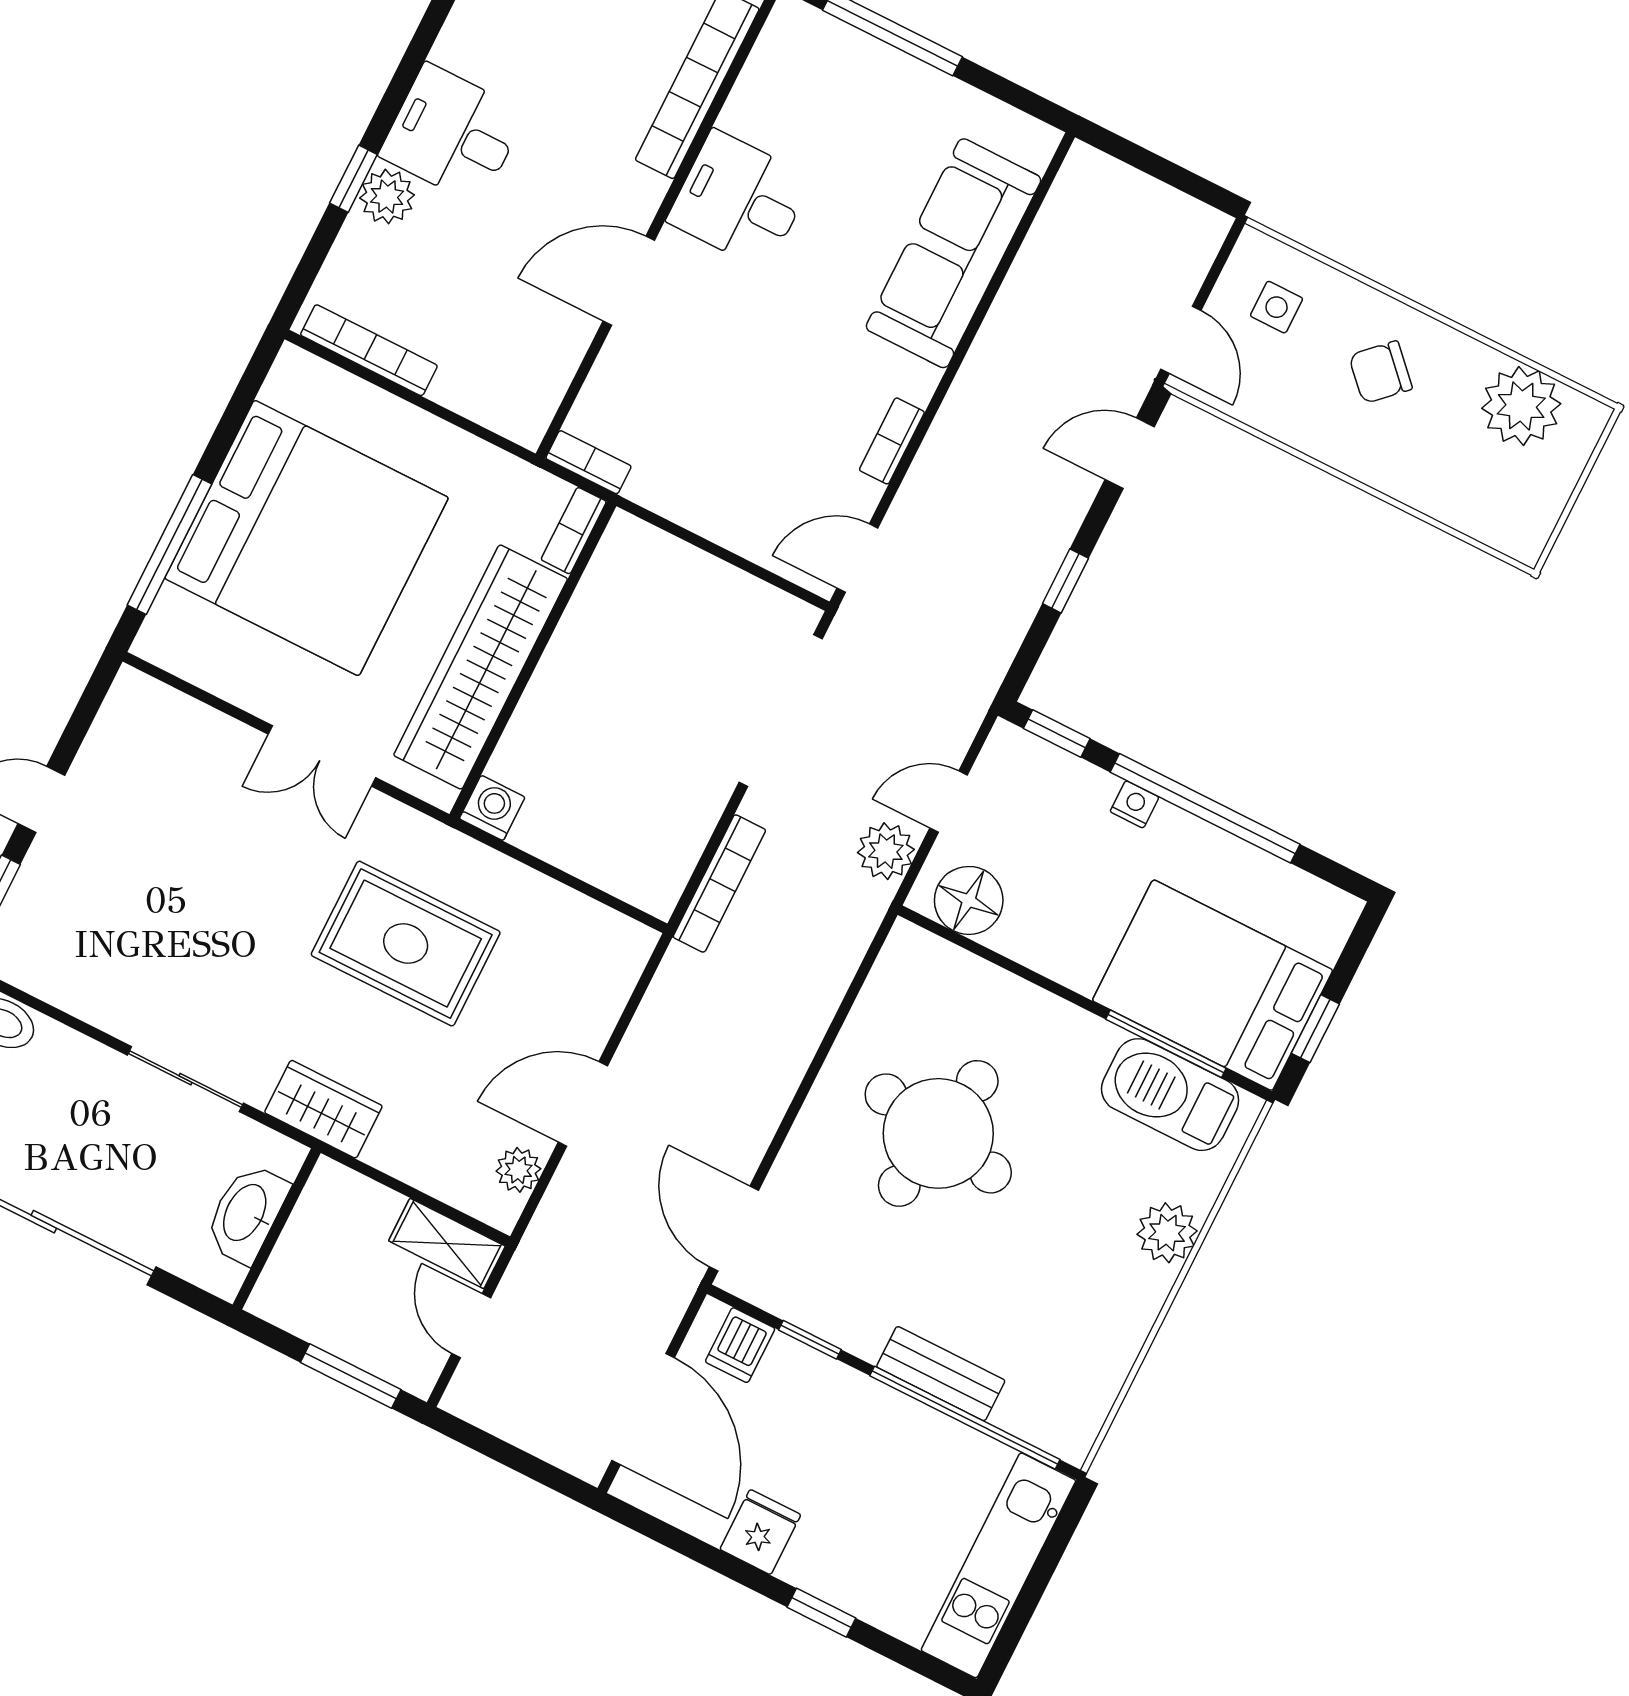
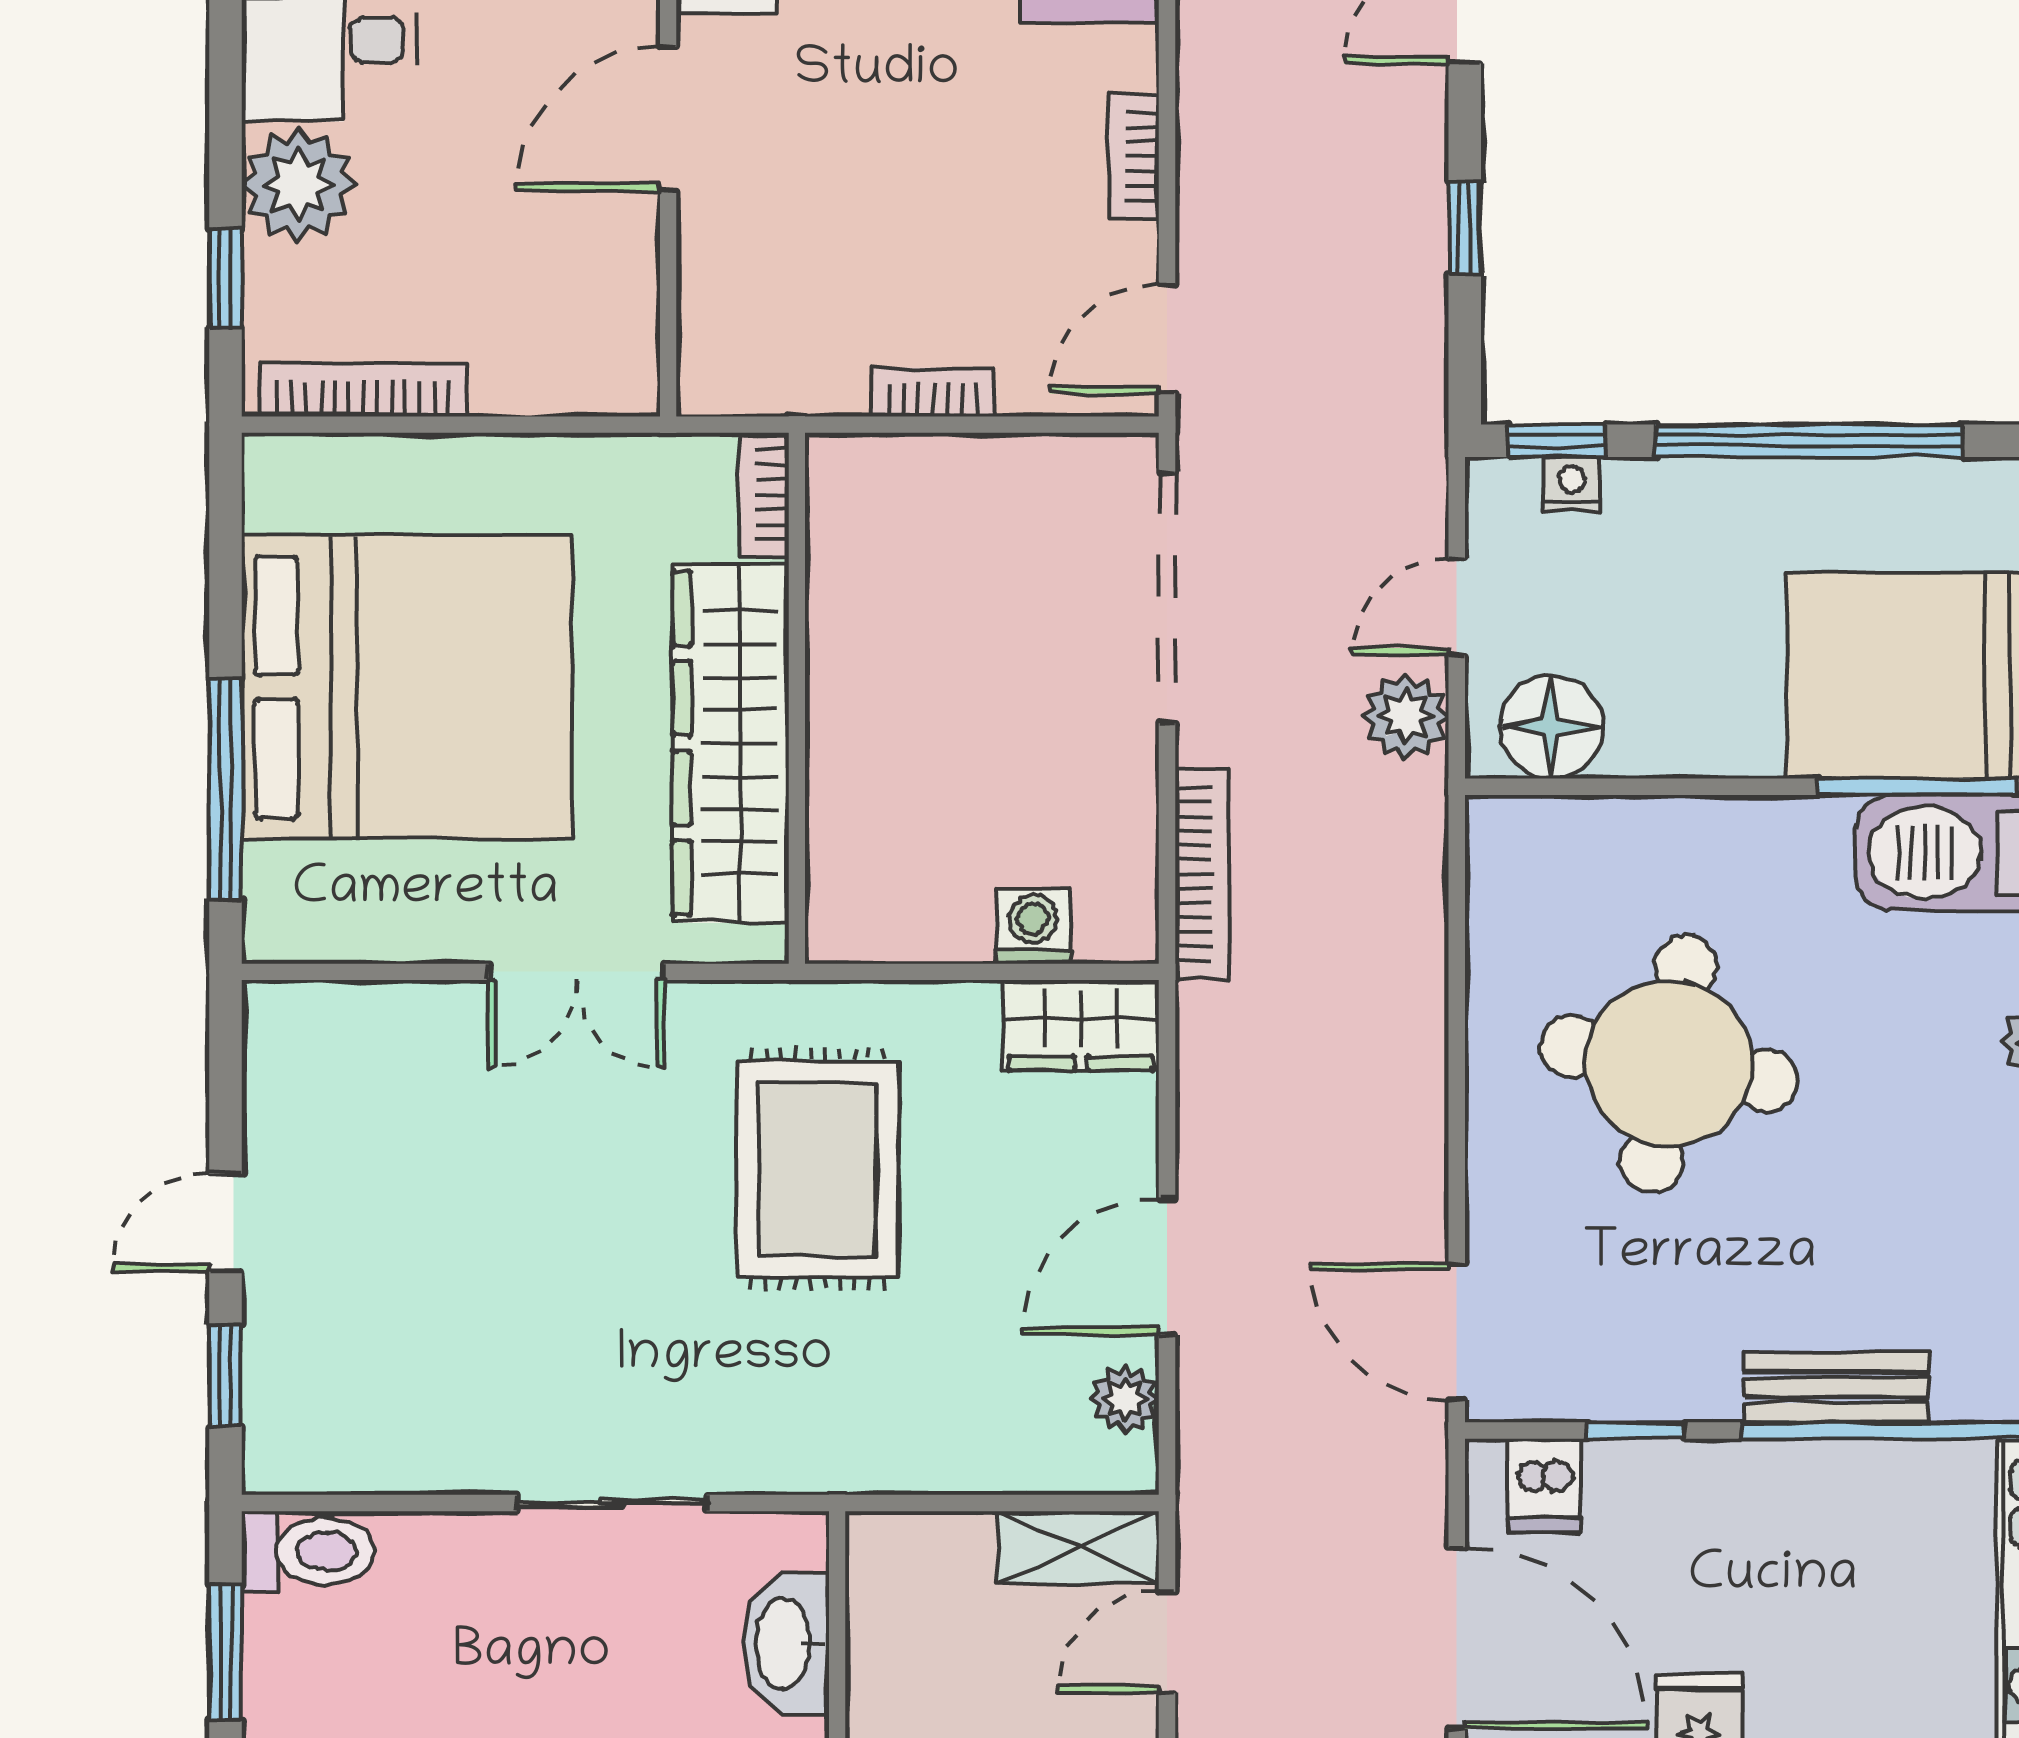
window: (353, 179) -> (225, 278), moved
plant: (387, 197) -> (298, 185), width x1.36, depth x1.36
bookcase: (588, 462) -> (933, 392), moved
nightstand: (1134, 804) -> (1571, 484), moved
washing machine: (492, 808) -> (1033, 926), moved
rug: (406, 944) -> (818, 1169), turned 90
wardrobe: (323, 1109) -> (1081, 1025), moved, turned 180
door: (471, 1326) -> (1167, 1642), hinge flipped

